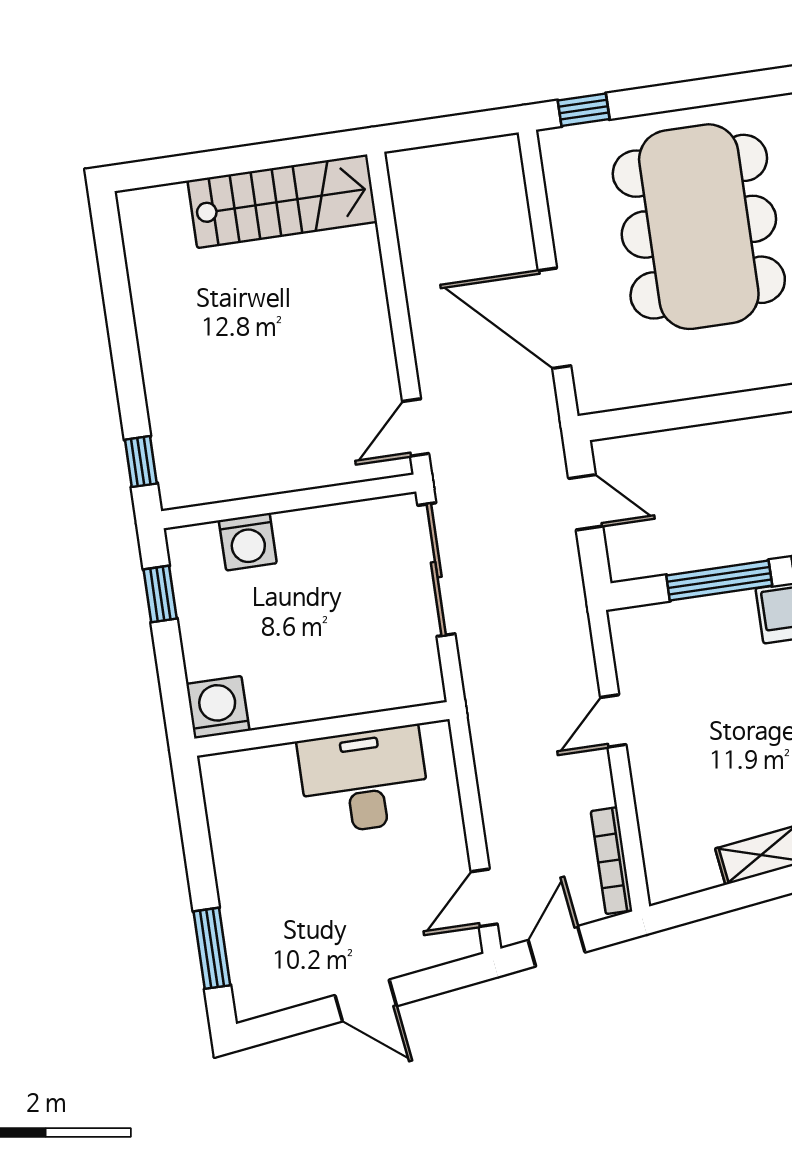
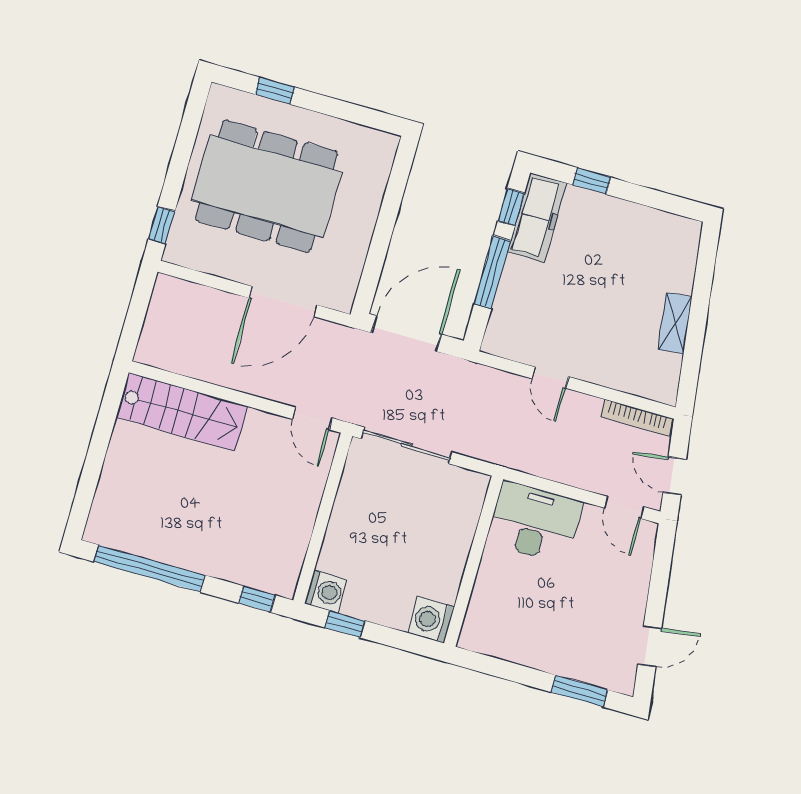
stairs: (282, 201) -> (182, 412), moved, turned 90
window: (117, 300) -> (149, 569), added
door: (586, 502) -> (406, 334), width x1.87
washing machine: (248, 542) -> (326, 592), moved
desk: (364, 780) -> (535, 522), moved, turned 90
door: (366, 1001) -> (650, 646), moved

